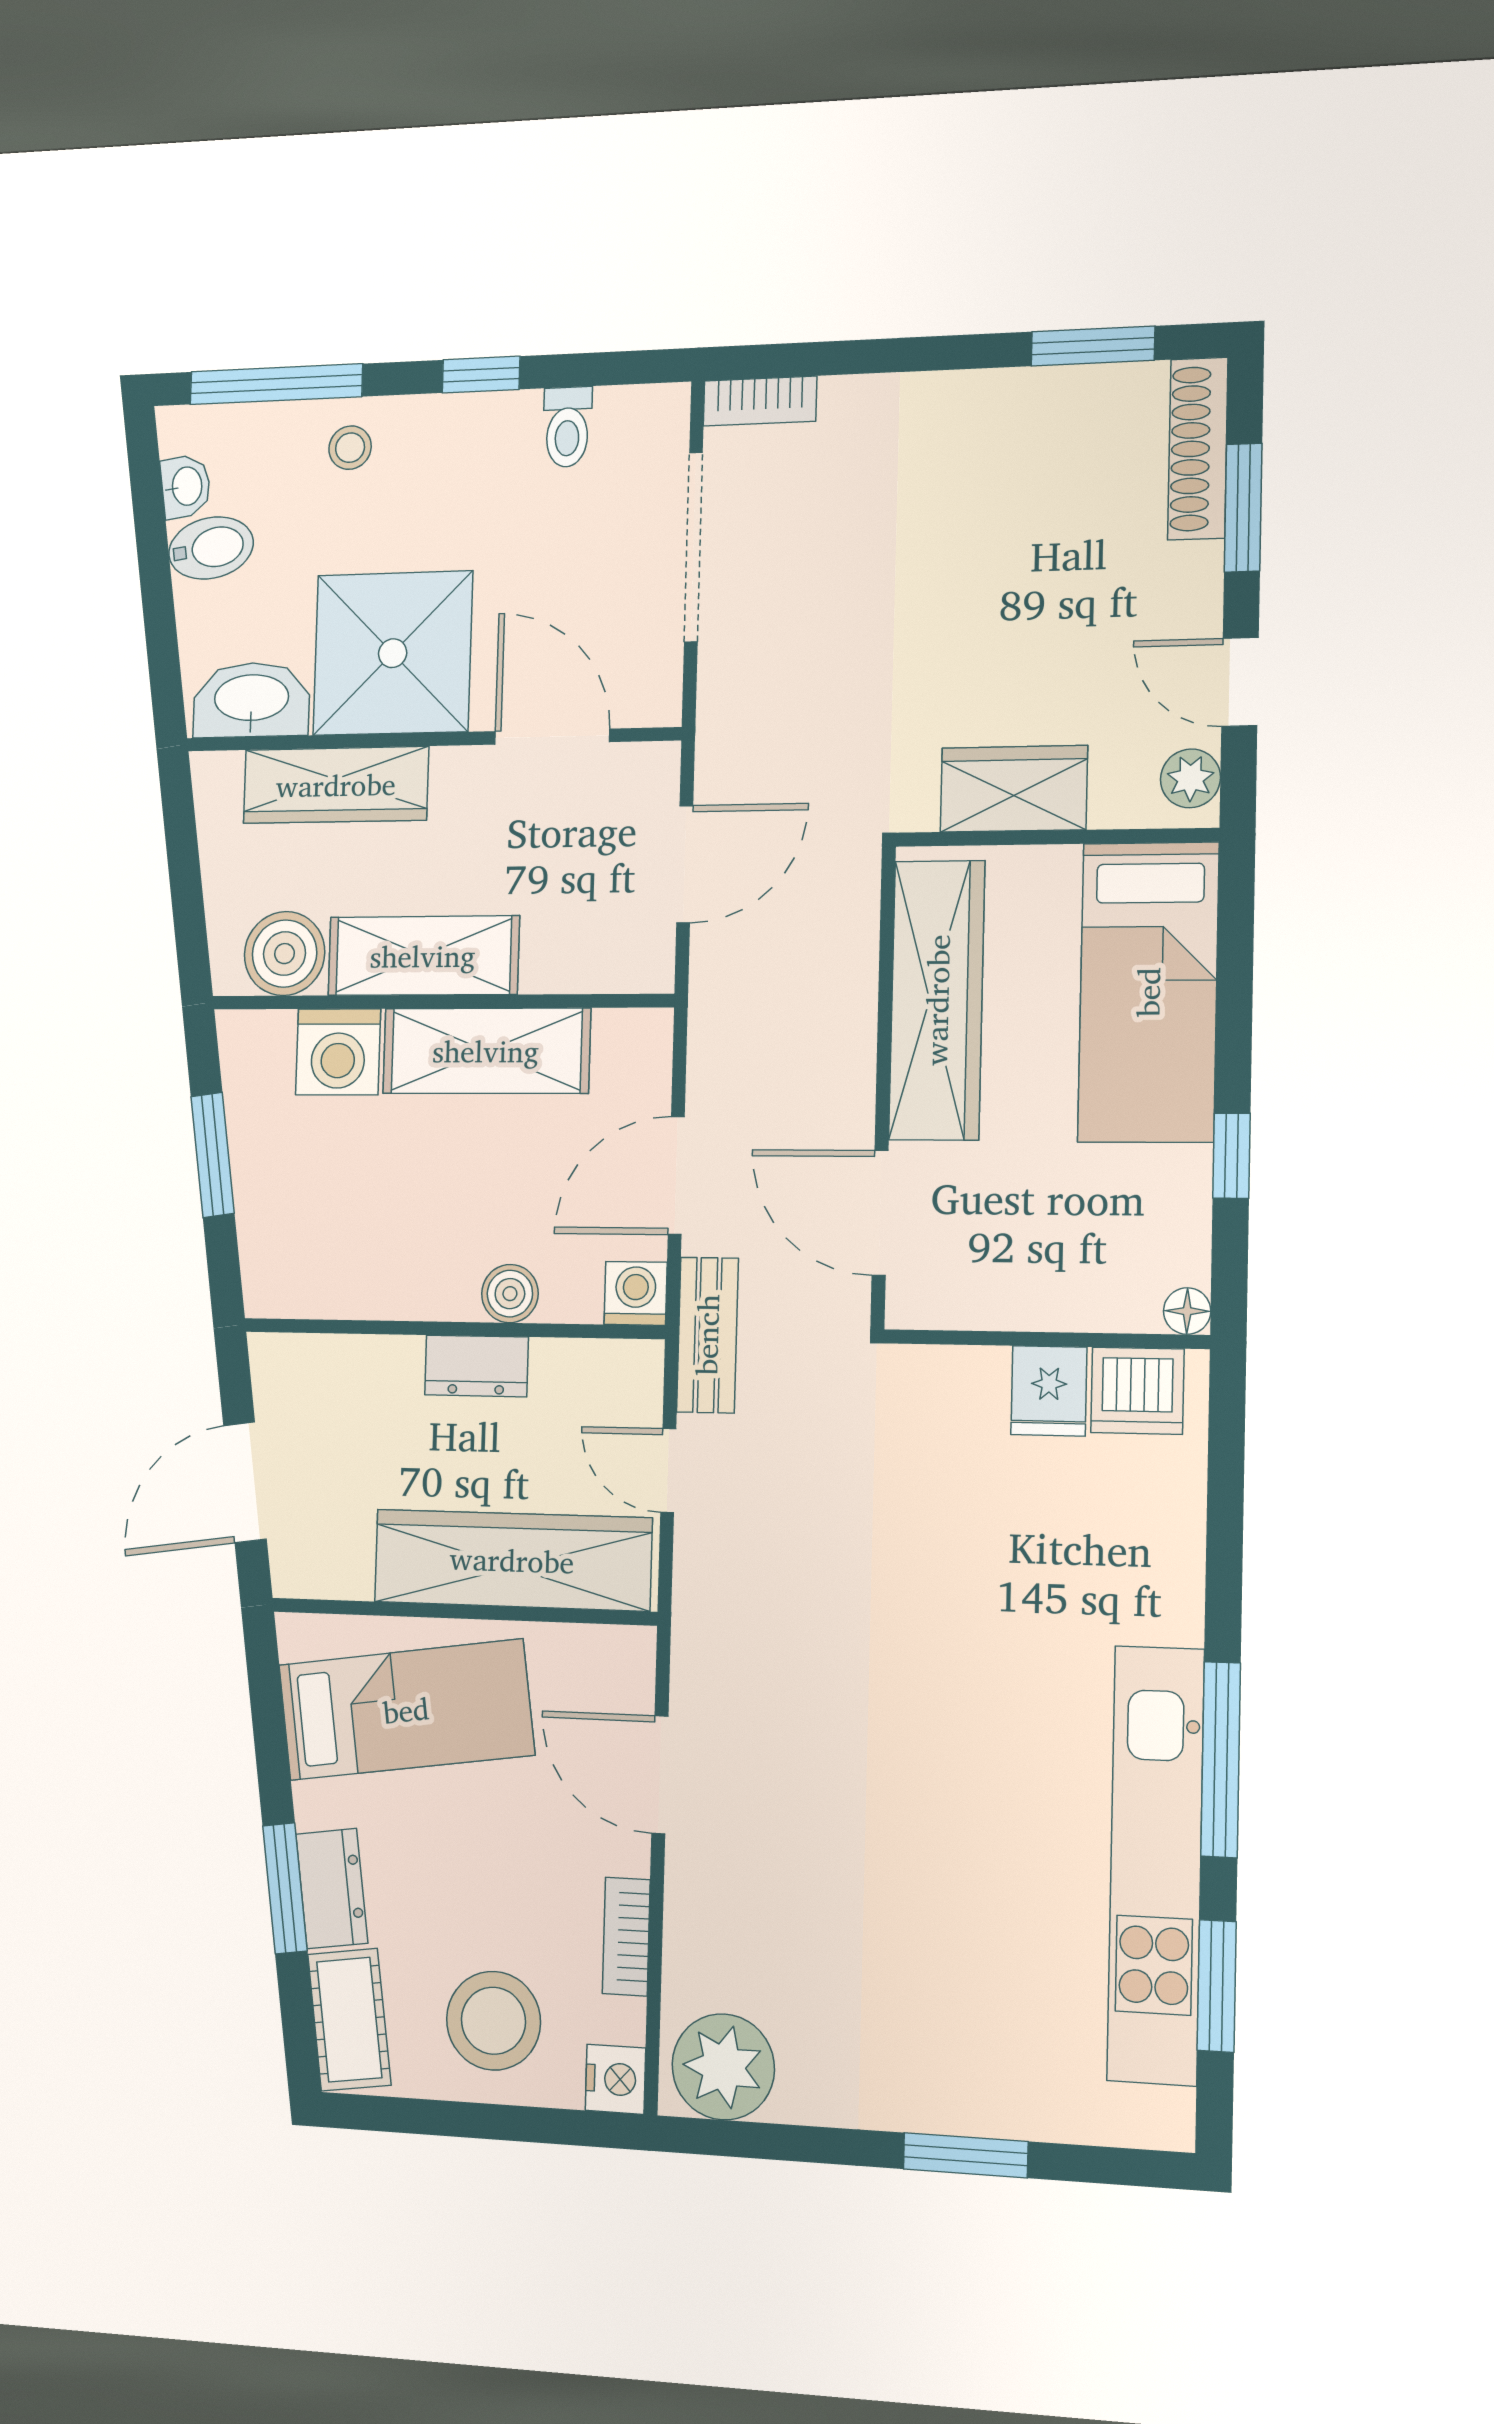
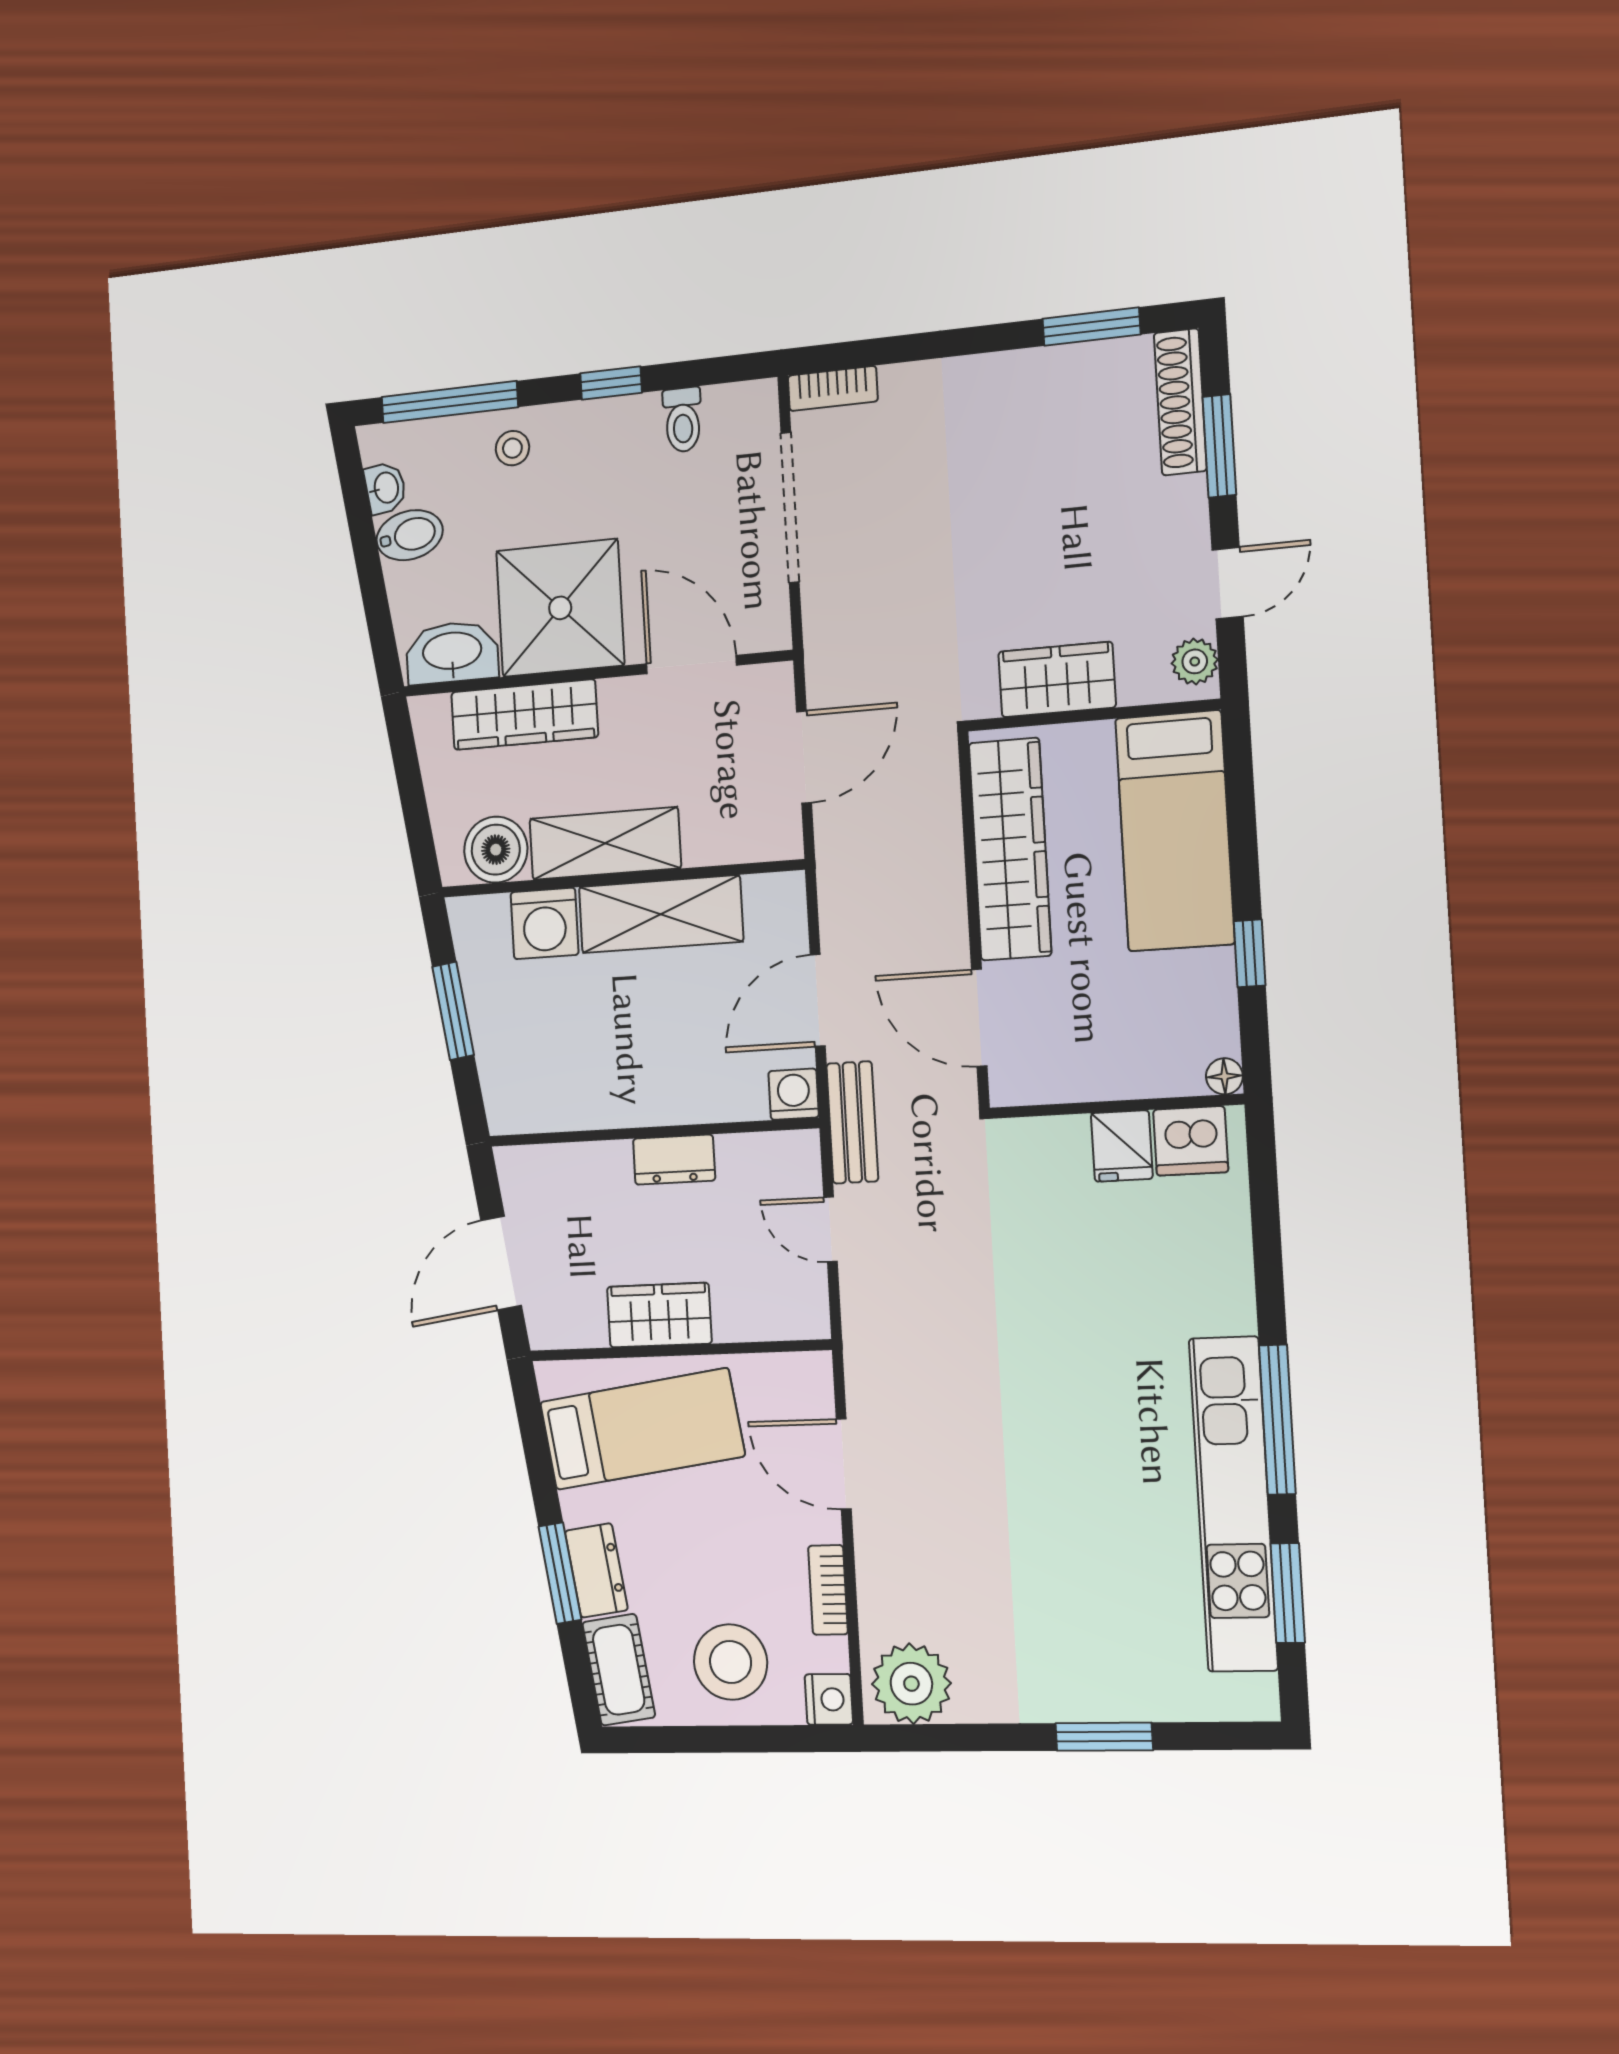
door: (1240, 682) -> (1228, 583), swing flipped
boiler: (510, 1294) -> (695, 1102), removed
wardrobe: (512, 1560) -> (659, 1315), width x0.48, depth x0.85

